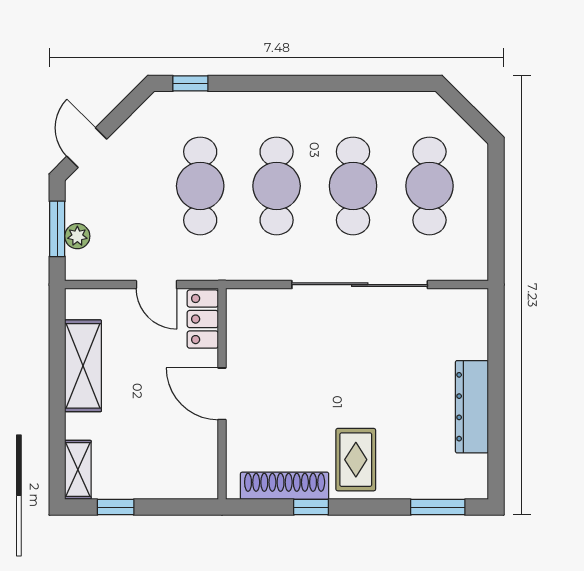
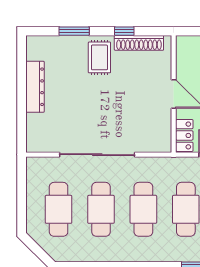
window: (438, 507) -> (74, 31), moved

